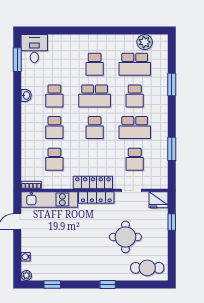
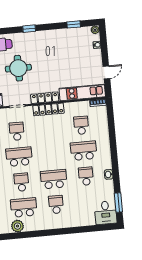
school desk: (54, 128) -> (84, 151), width x1.85
school desk: (95, 128) -> (51, 154), removed

